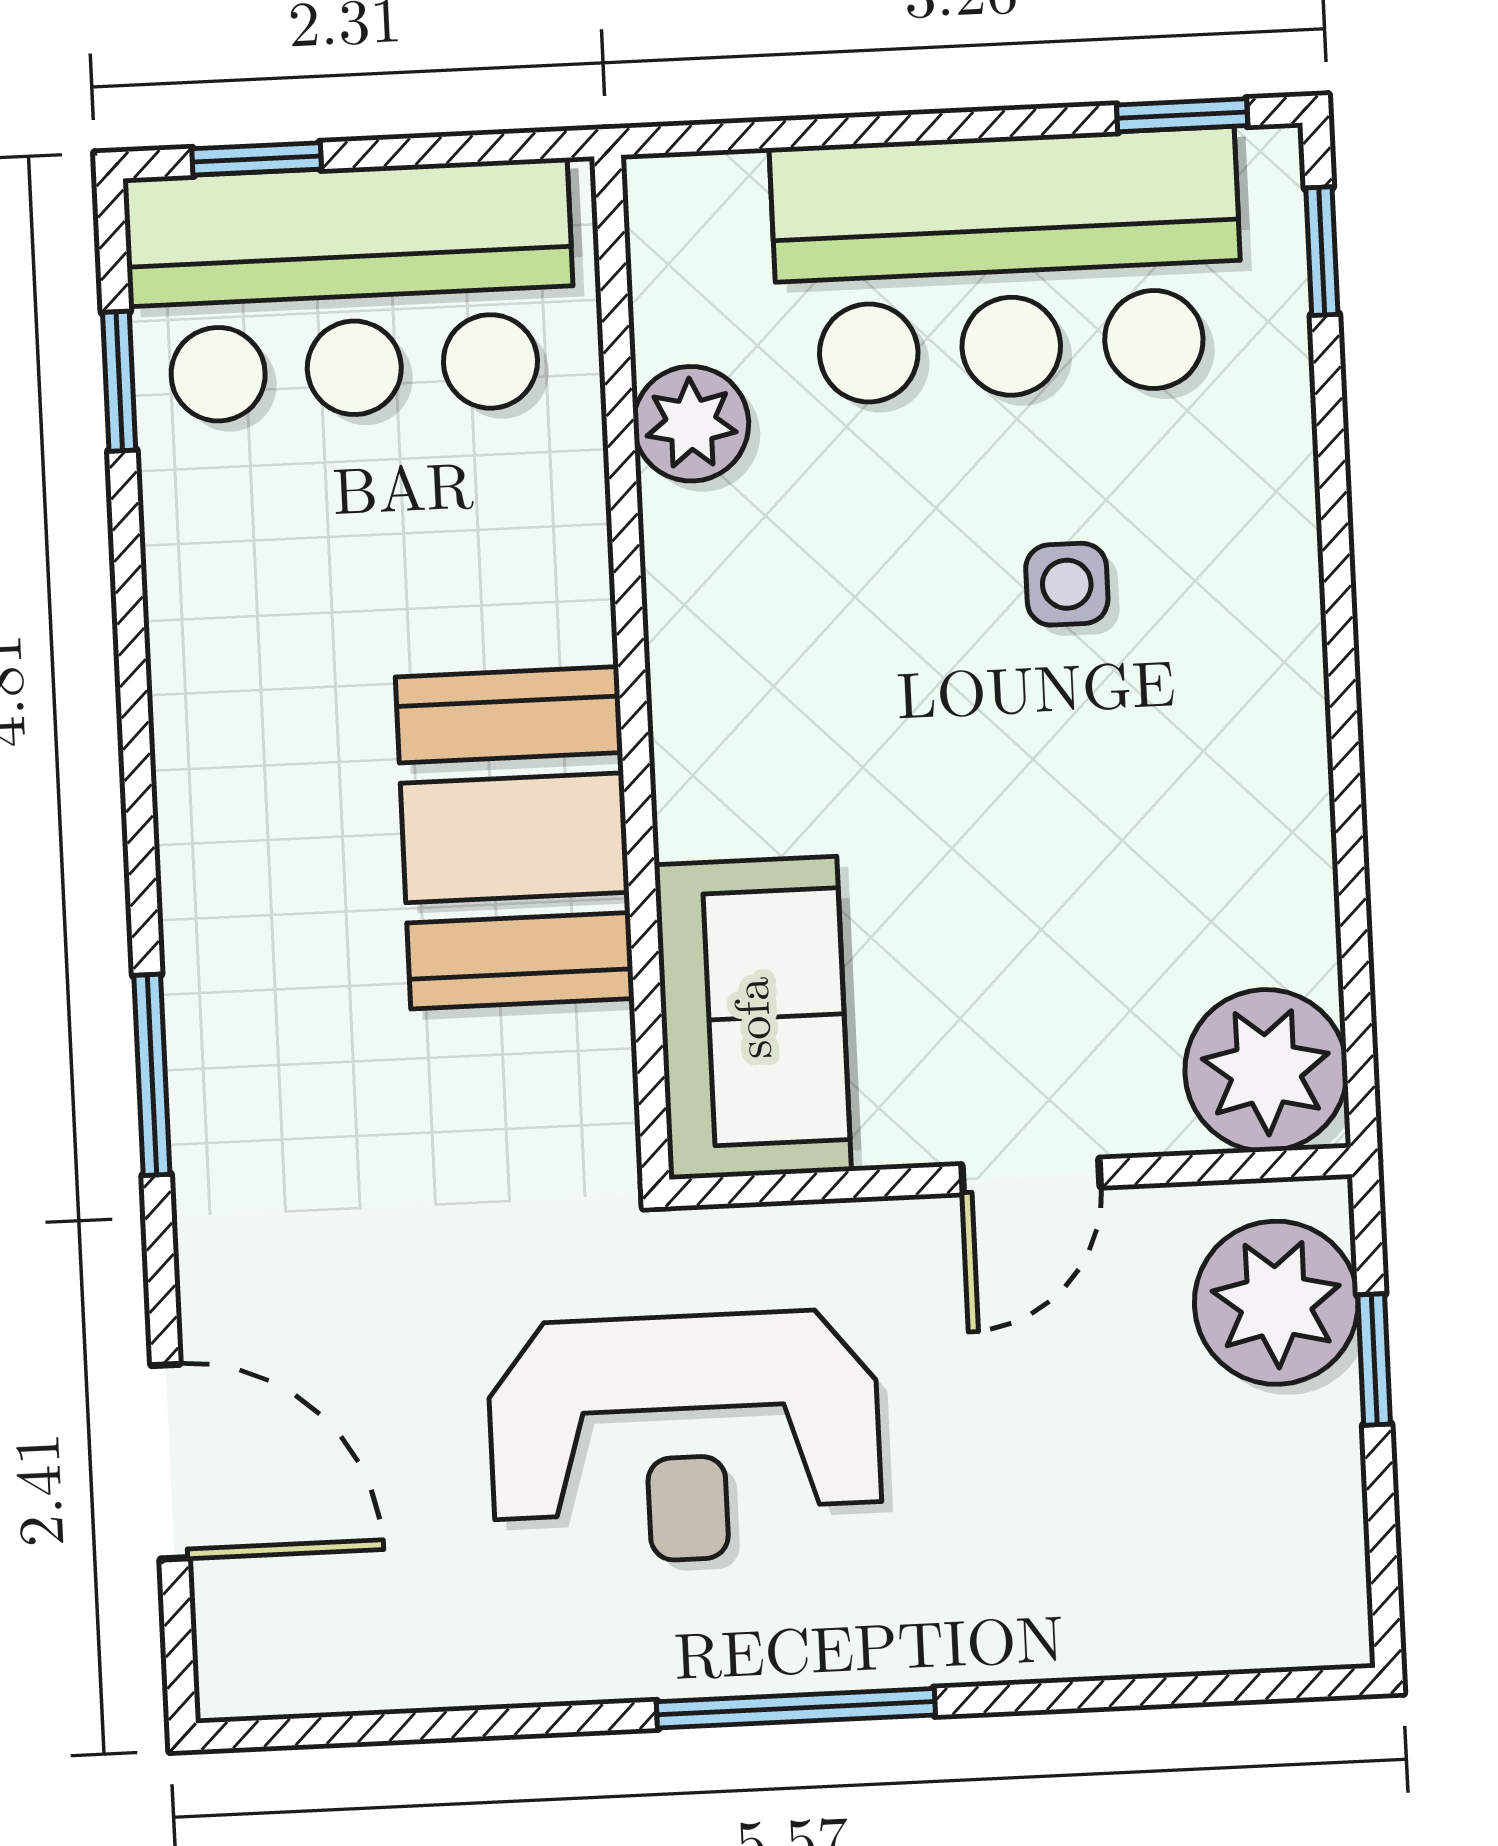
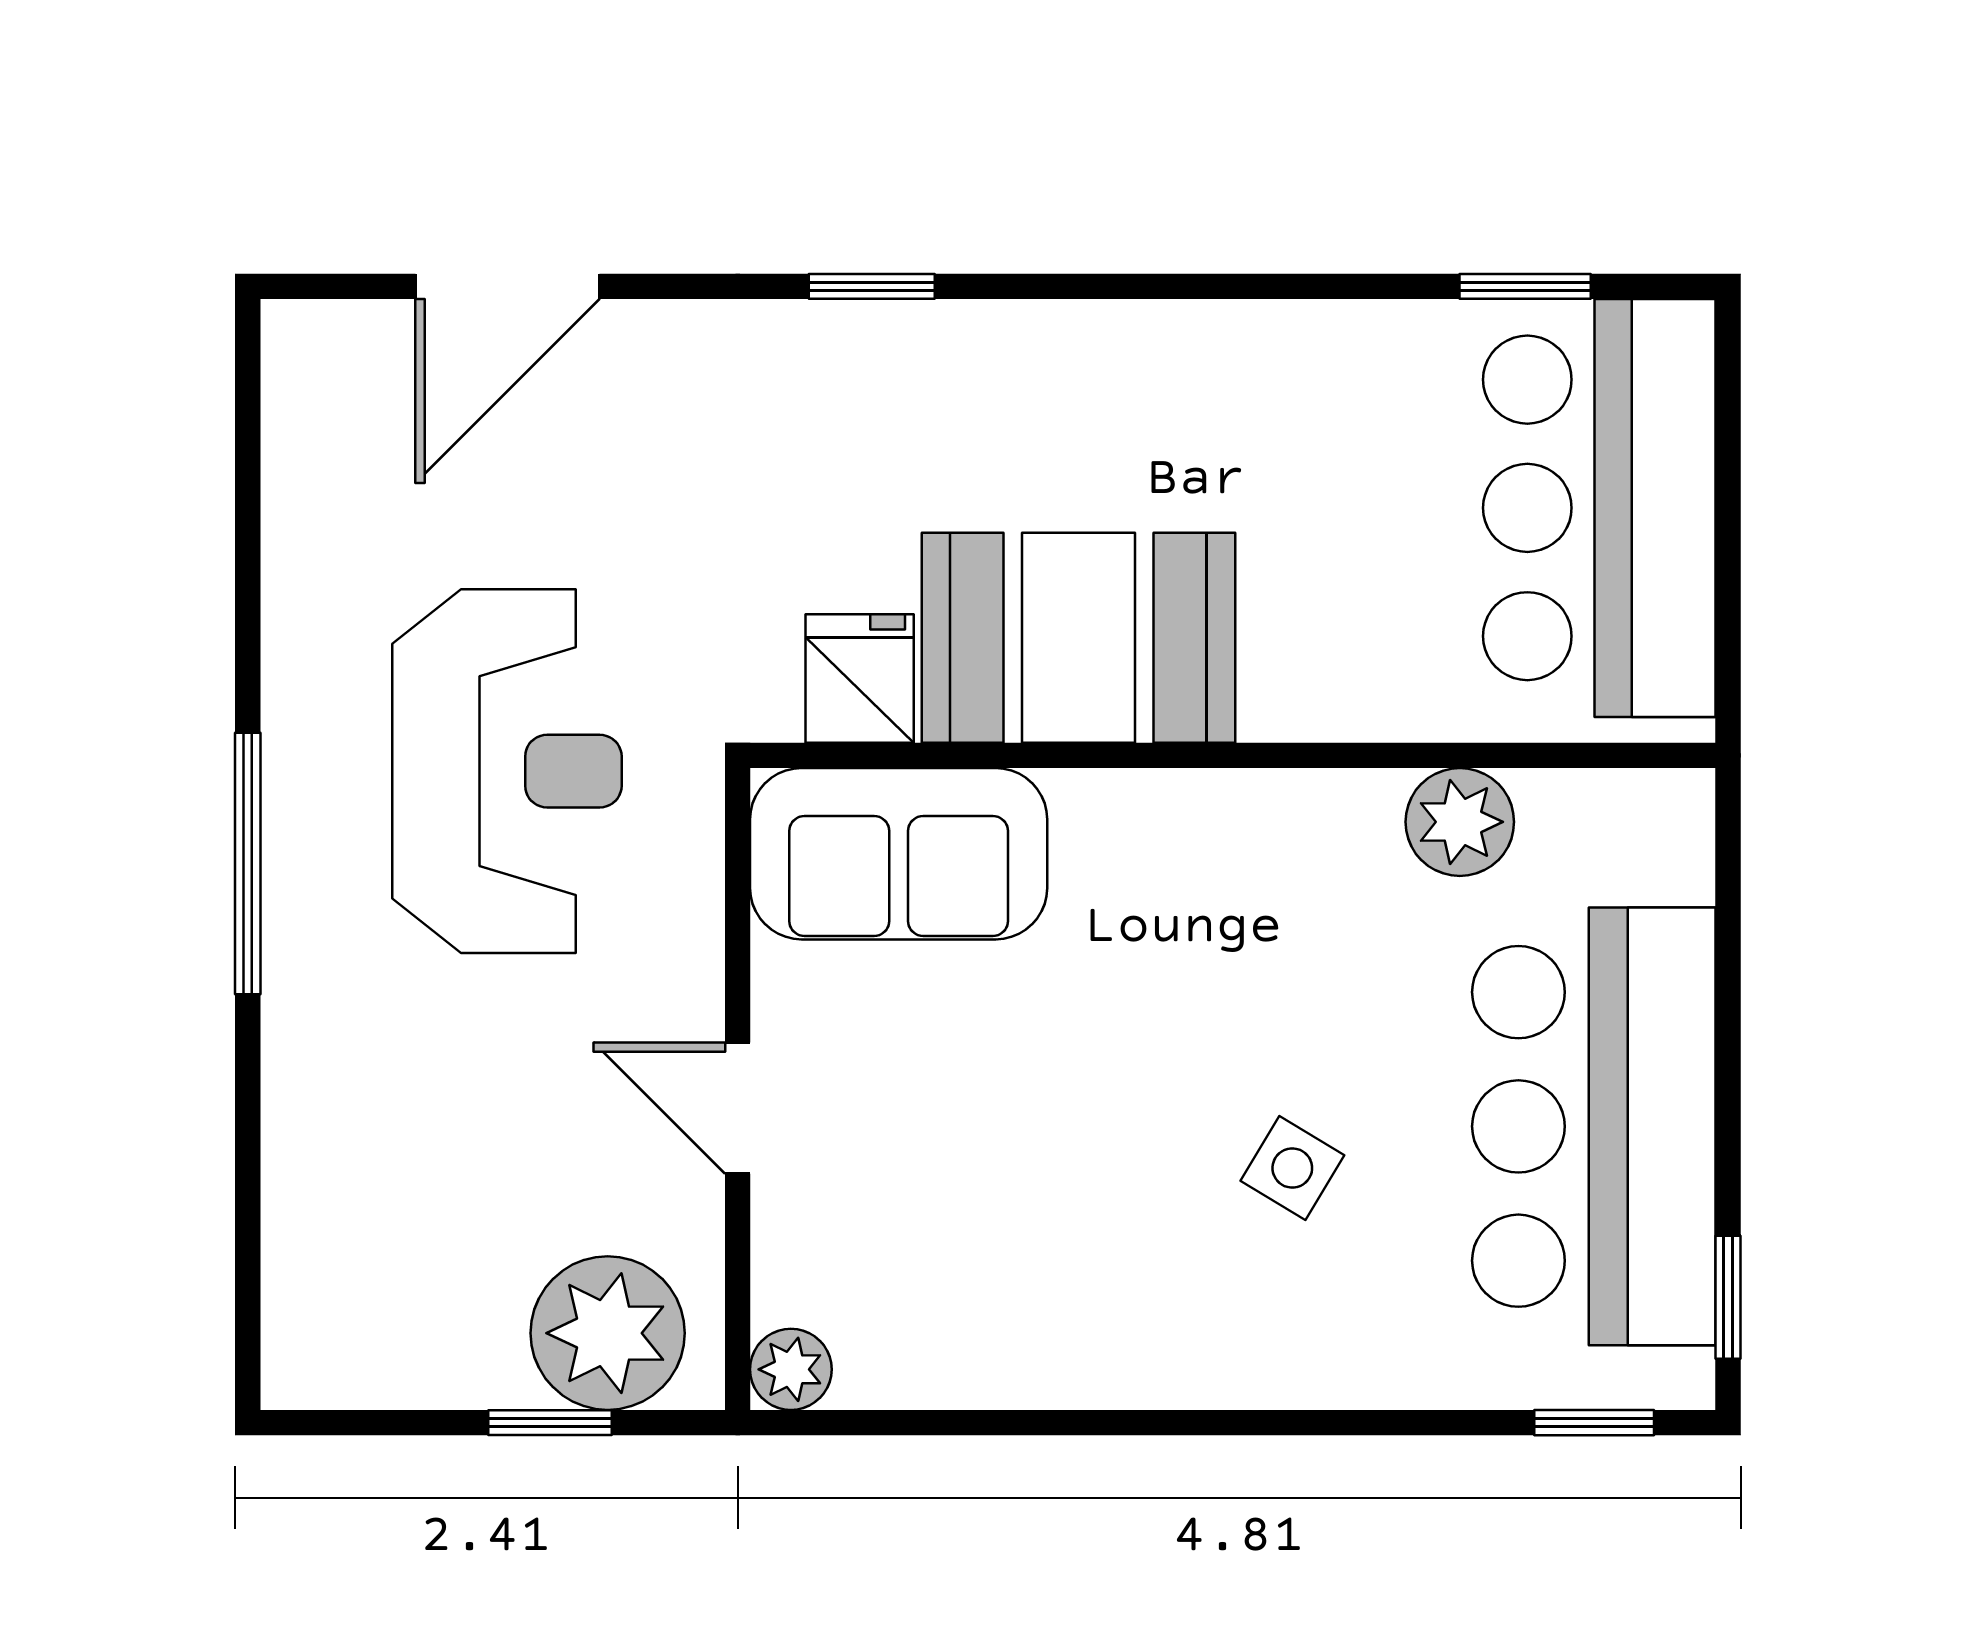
window: (257, 159) -> (1728, 425), removed
side table: (1067, 584) -> (1292, 1168), turned 31
fridge: (569, 1068) -> (860, 678), added
plant: (1266, 1070) -> (791, 1369), width x0.53, depth x0.53
window: (152, 1075) -> (872, 286), width x0.67
reception desk: (685, 1438) -> (507, 771), turned 180

